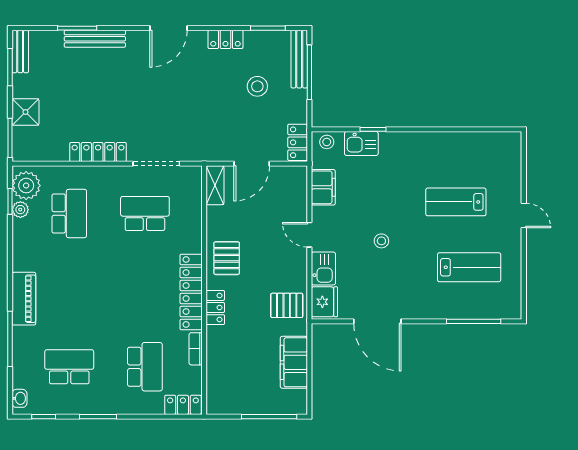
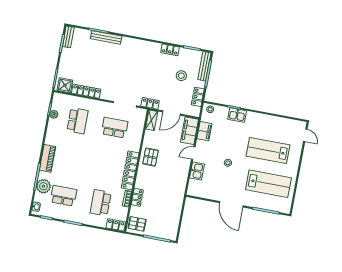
door: (169, 28) -> (143, 39), removed
shower: (25, 112) -> (65, 85), moved
locker: (298, 142) -> (198, 97), moved
kitchen sink: (361, 143) -> (237, 115), moved
locker: (98, 152) -> (86, 91), moved
locker: (206, 153) -> (150, 103), added
plant: (26, 186) -> (43, 186), moved
lab bench: (456, 202) -> (268, 150), width x1.36, depth x1.39
door: (524, 215) -> (305, 135), moved
door: (309, 235) -> (193, 153), hinge flipped
lab bench: (469, 267) -> (268, 184), width x1.36, depth x1.39
fridge: (324, 302) -> (194, 187), removed
pallet: (287, 305) -> (137, 224), moved
locker: (215, 308) -> (137, 197), moved
door: (377, 321) -> (231, 204), moved
filing cabinet: (294, 362) -> (190, 131), moved
school desk: (145, 367) -> (101, 203), turned 180

